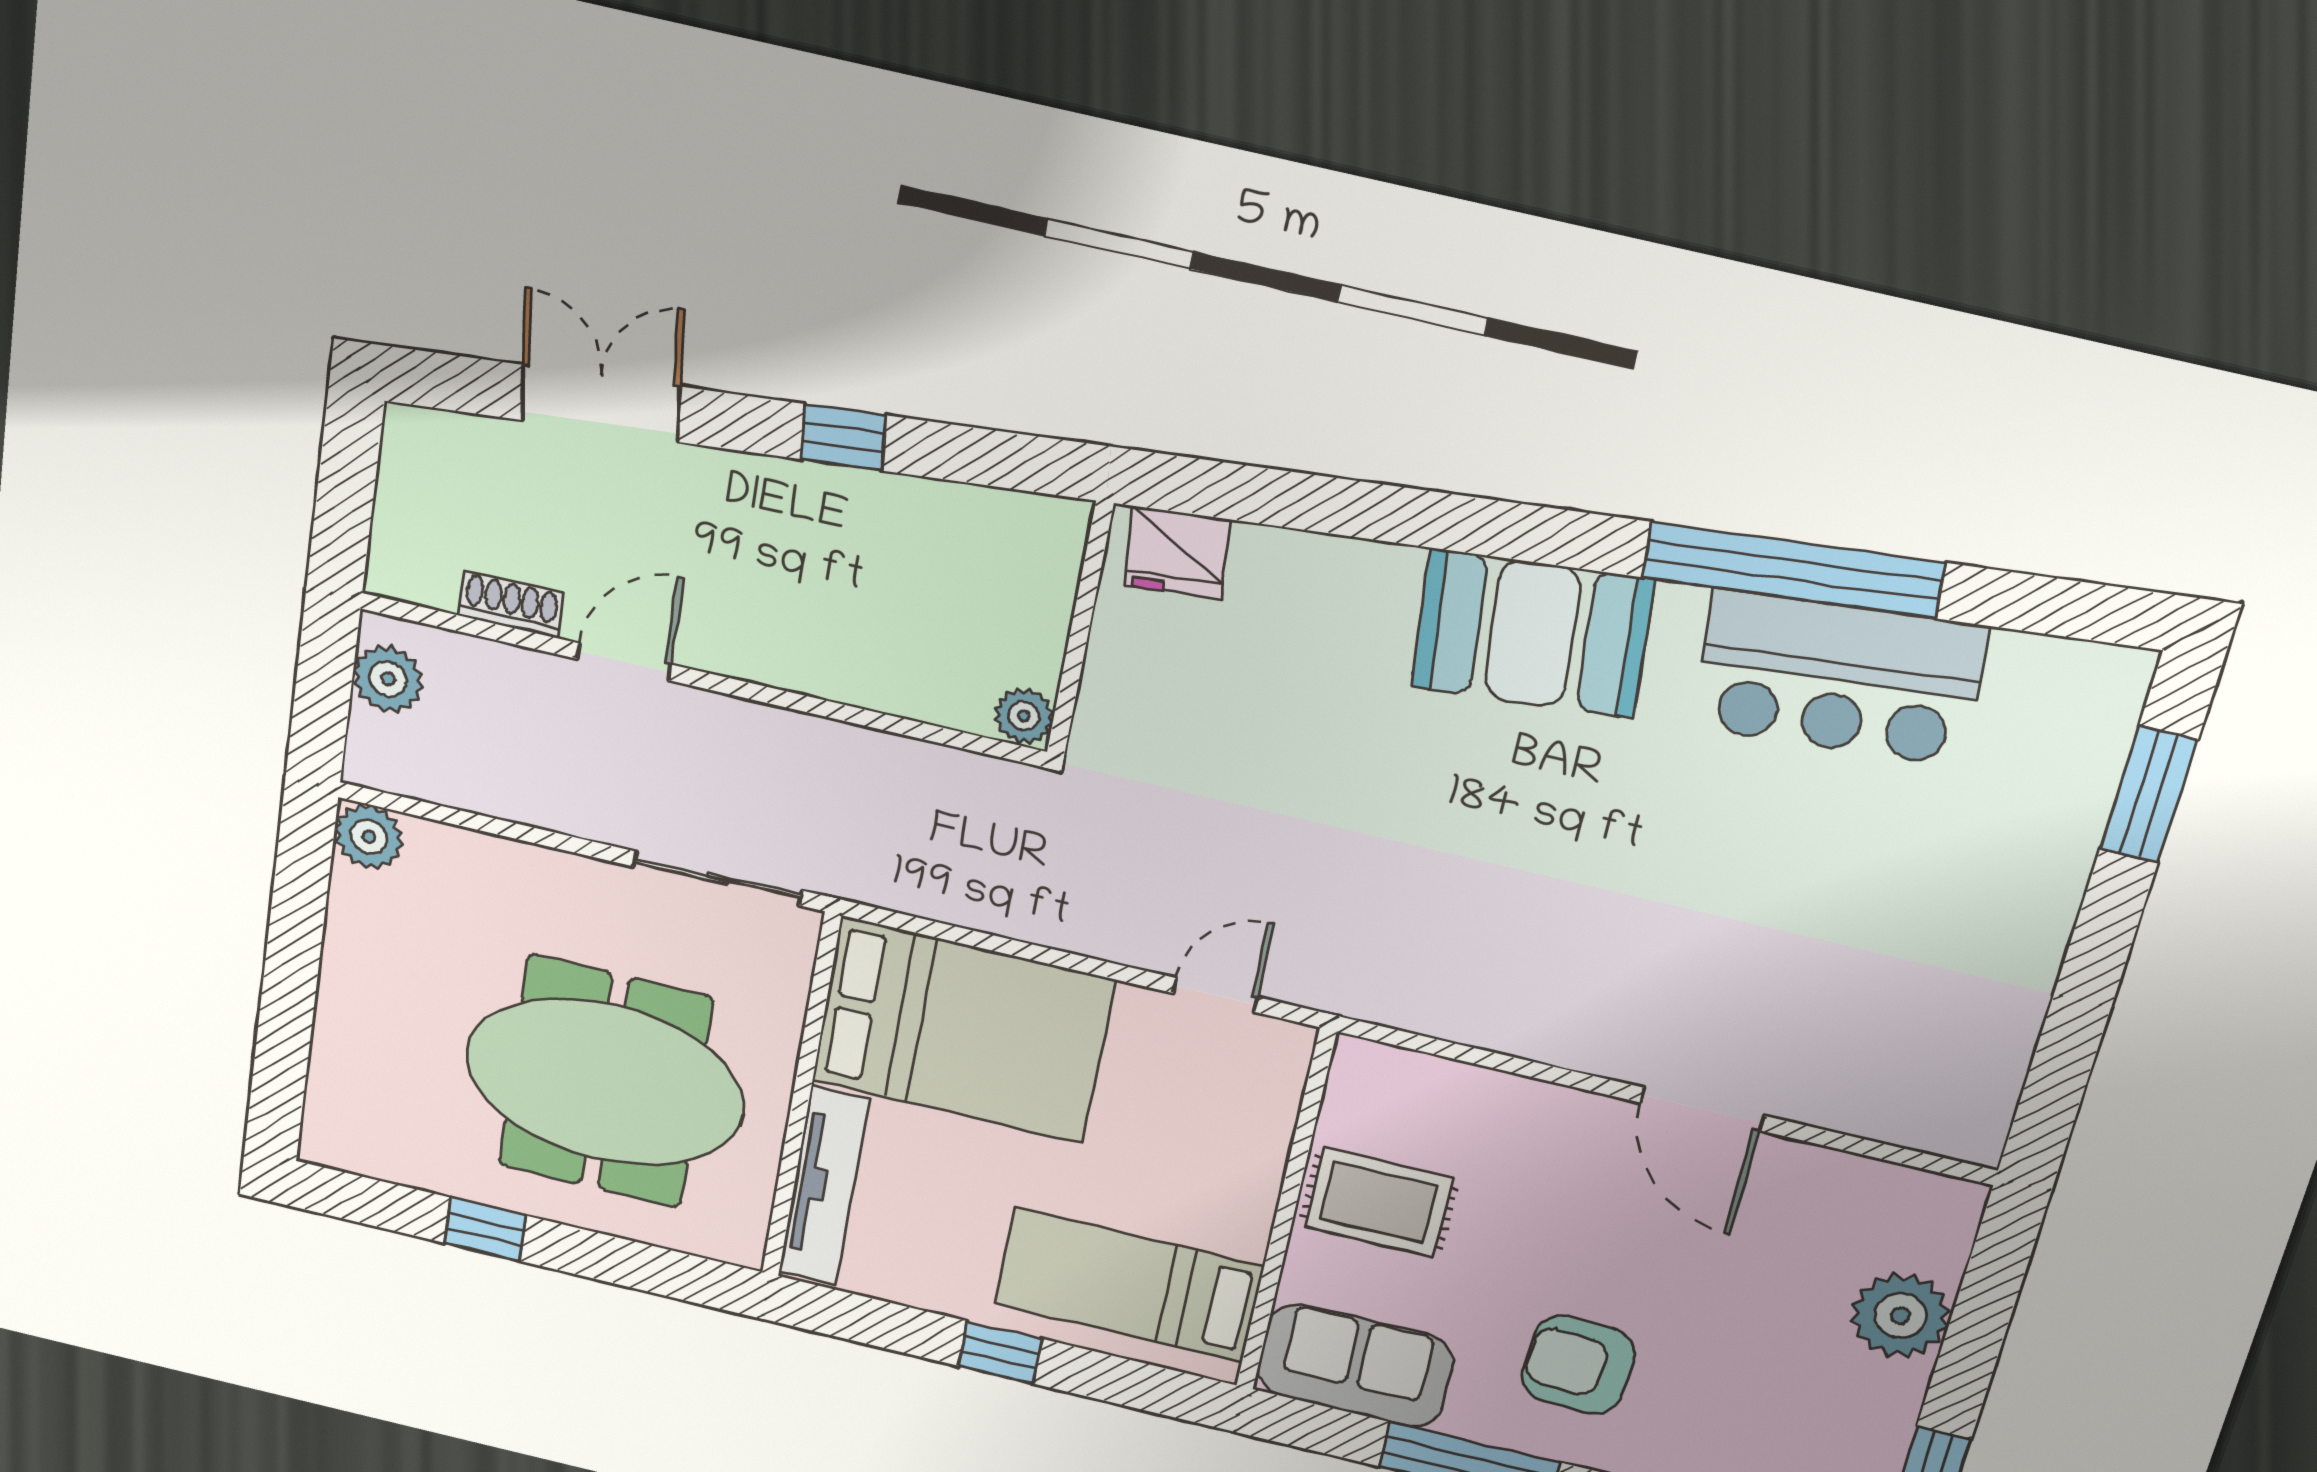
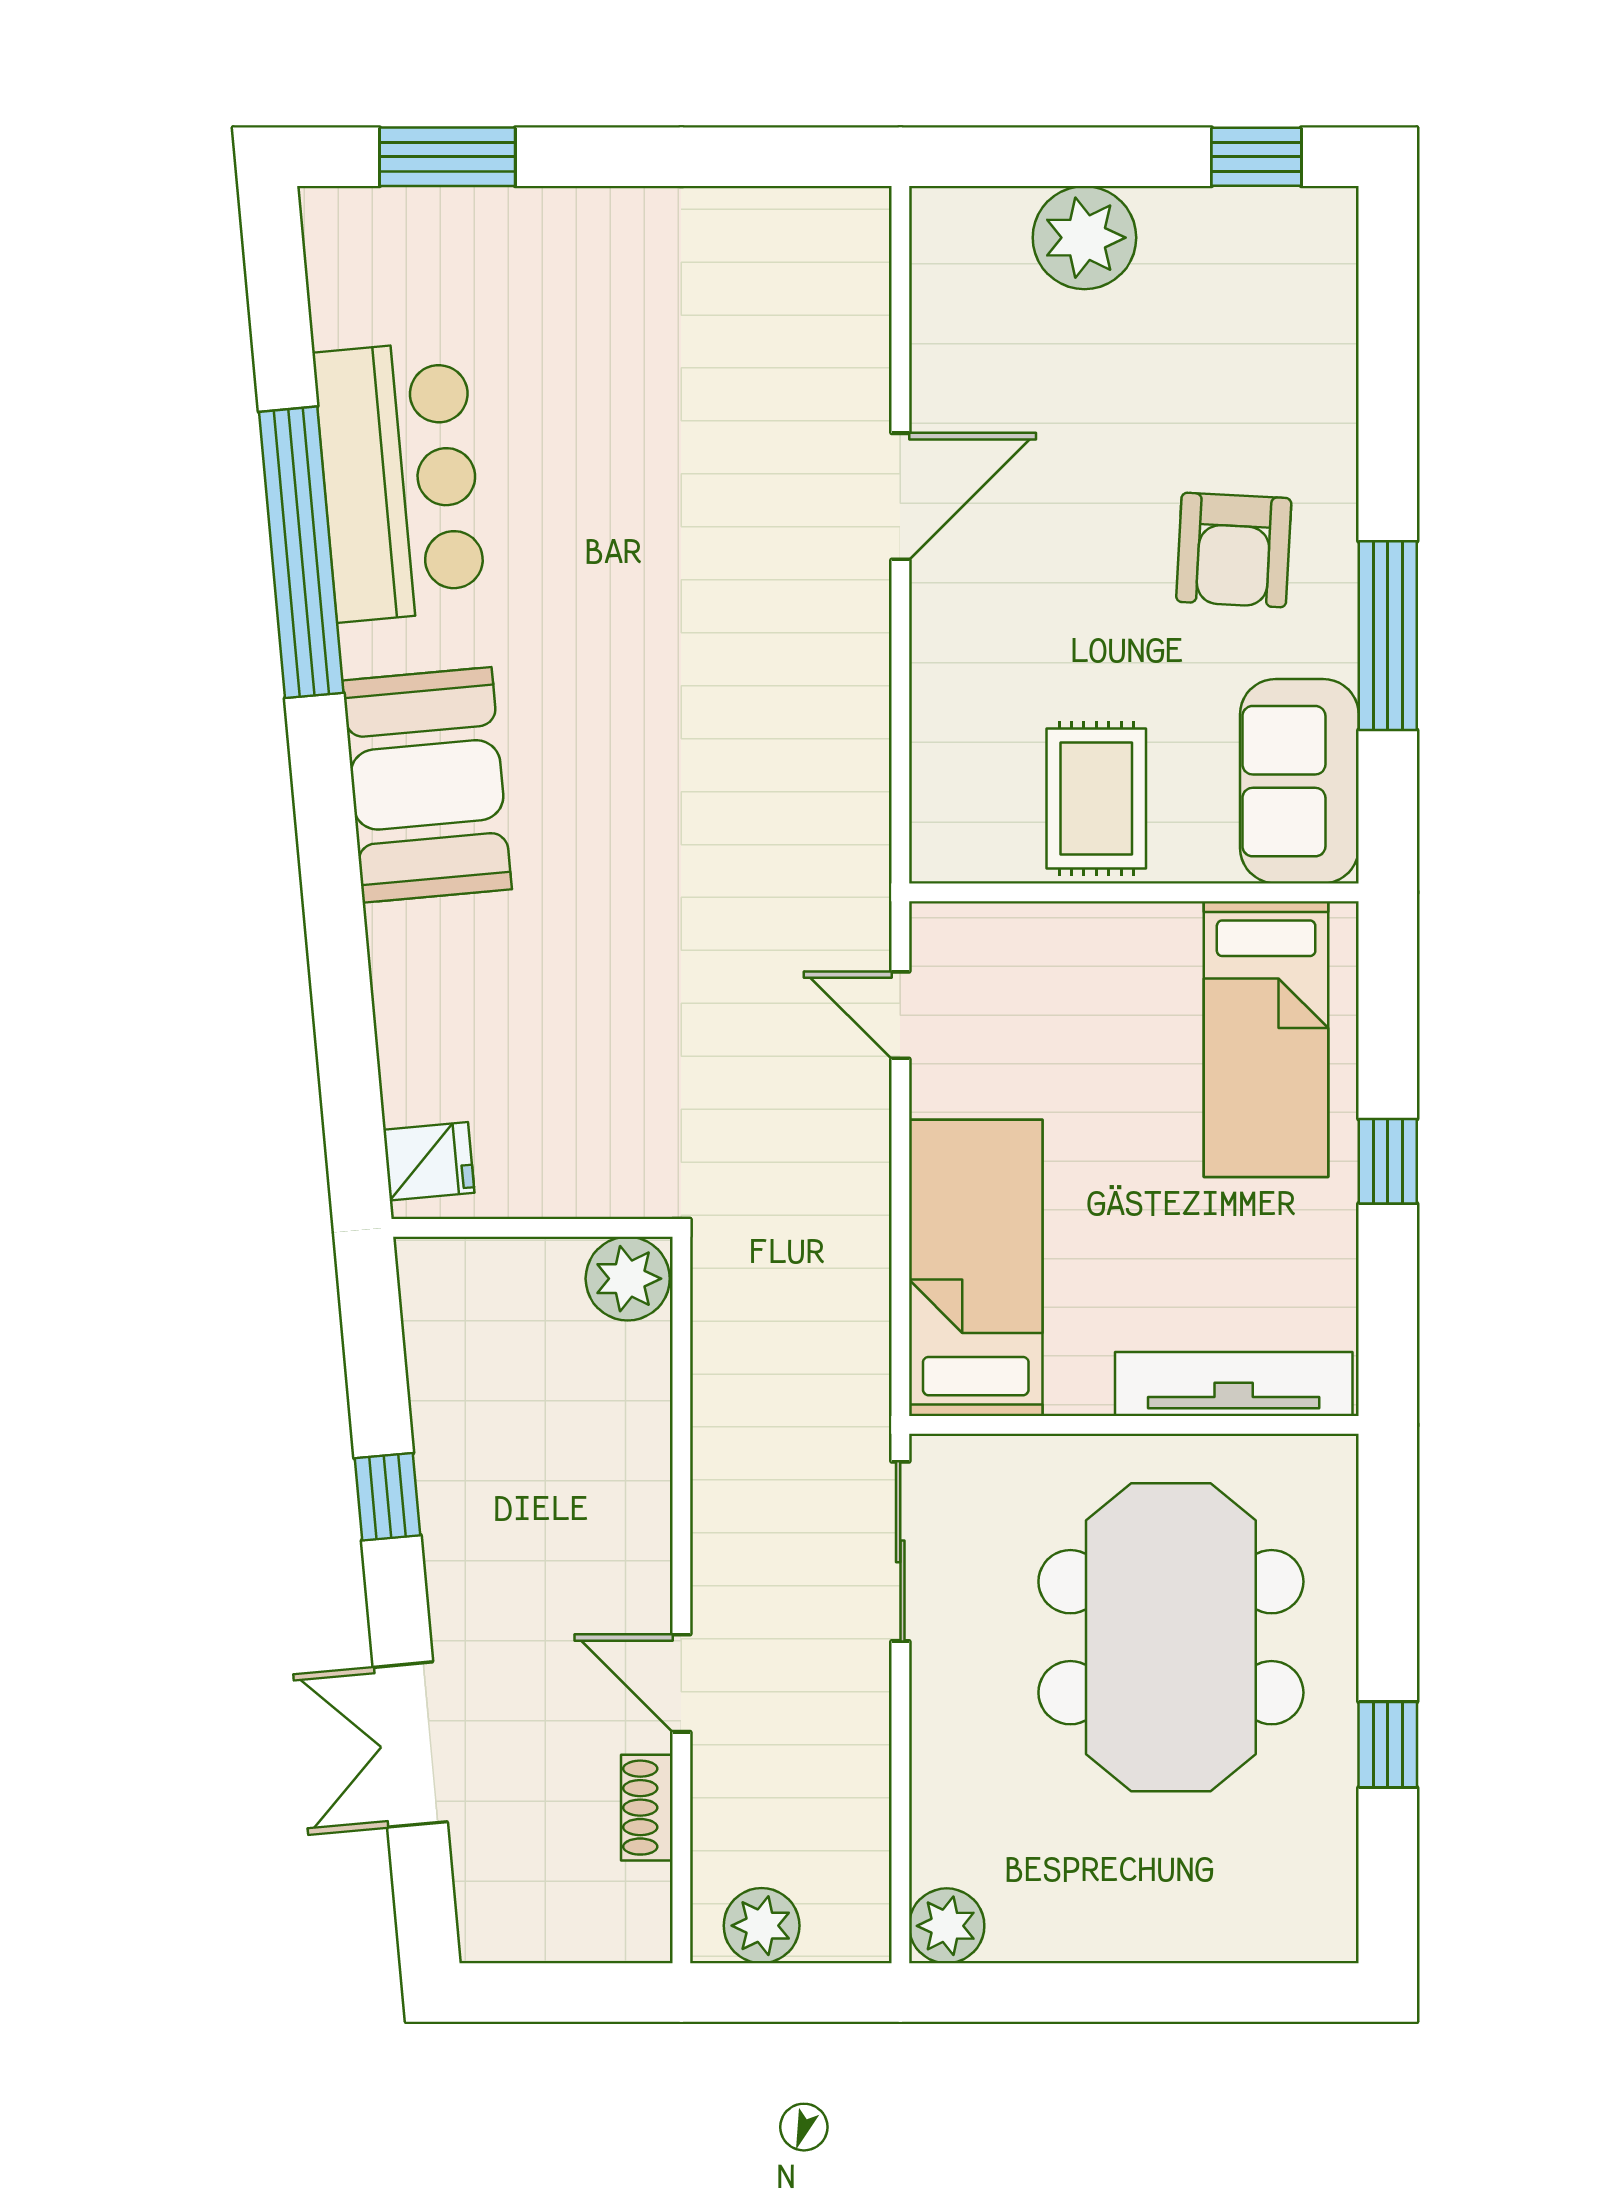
fridge: (1177, 552) -> (429, 1161), width x0.72
plant: (1024, 716) -> (628, 1279), width x1.38, depth x1.38
bed: (963, 1030) -> (976, 1268), width x0.67

